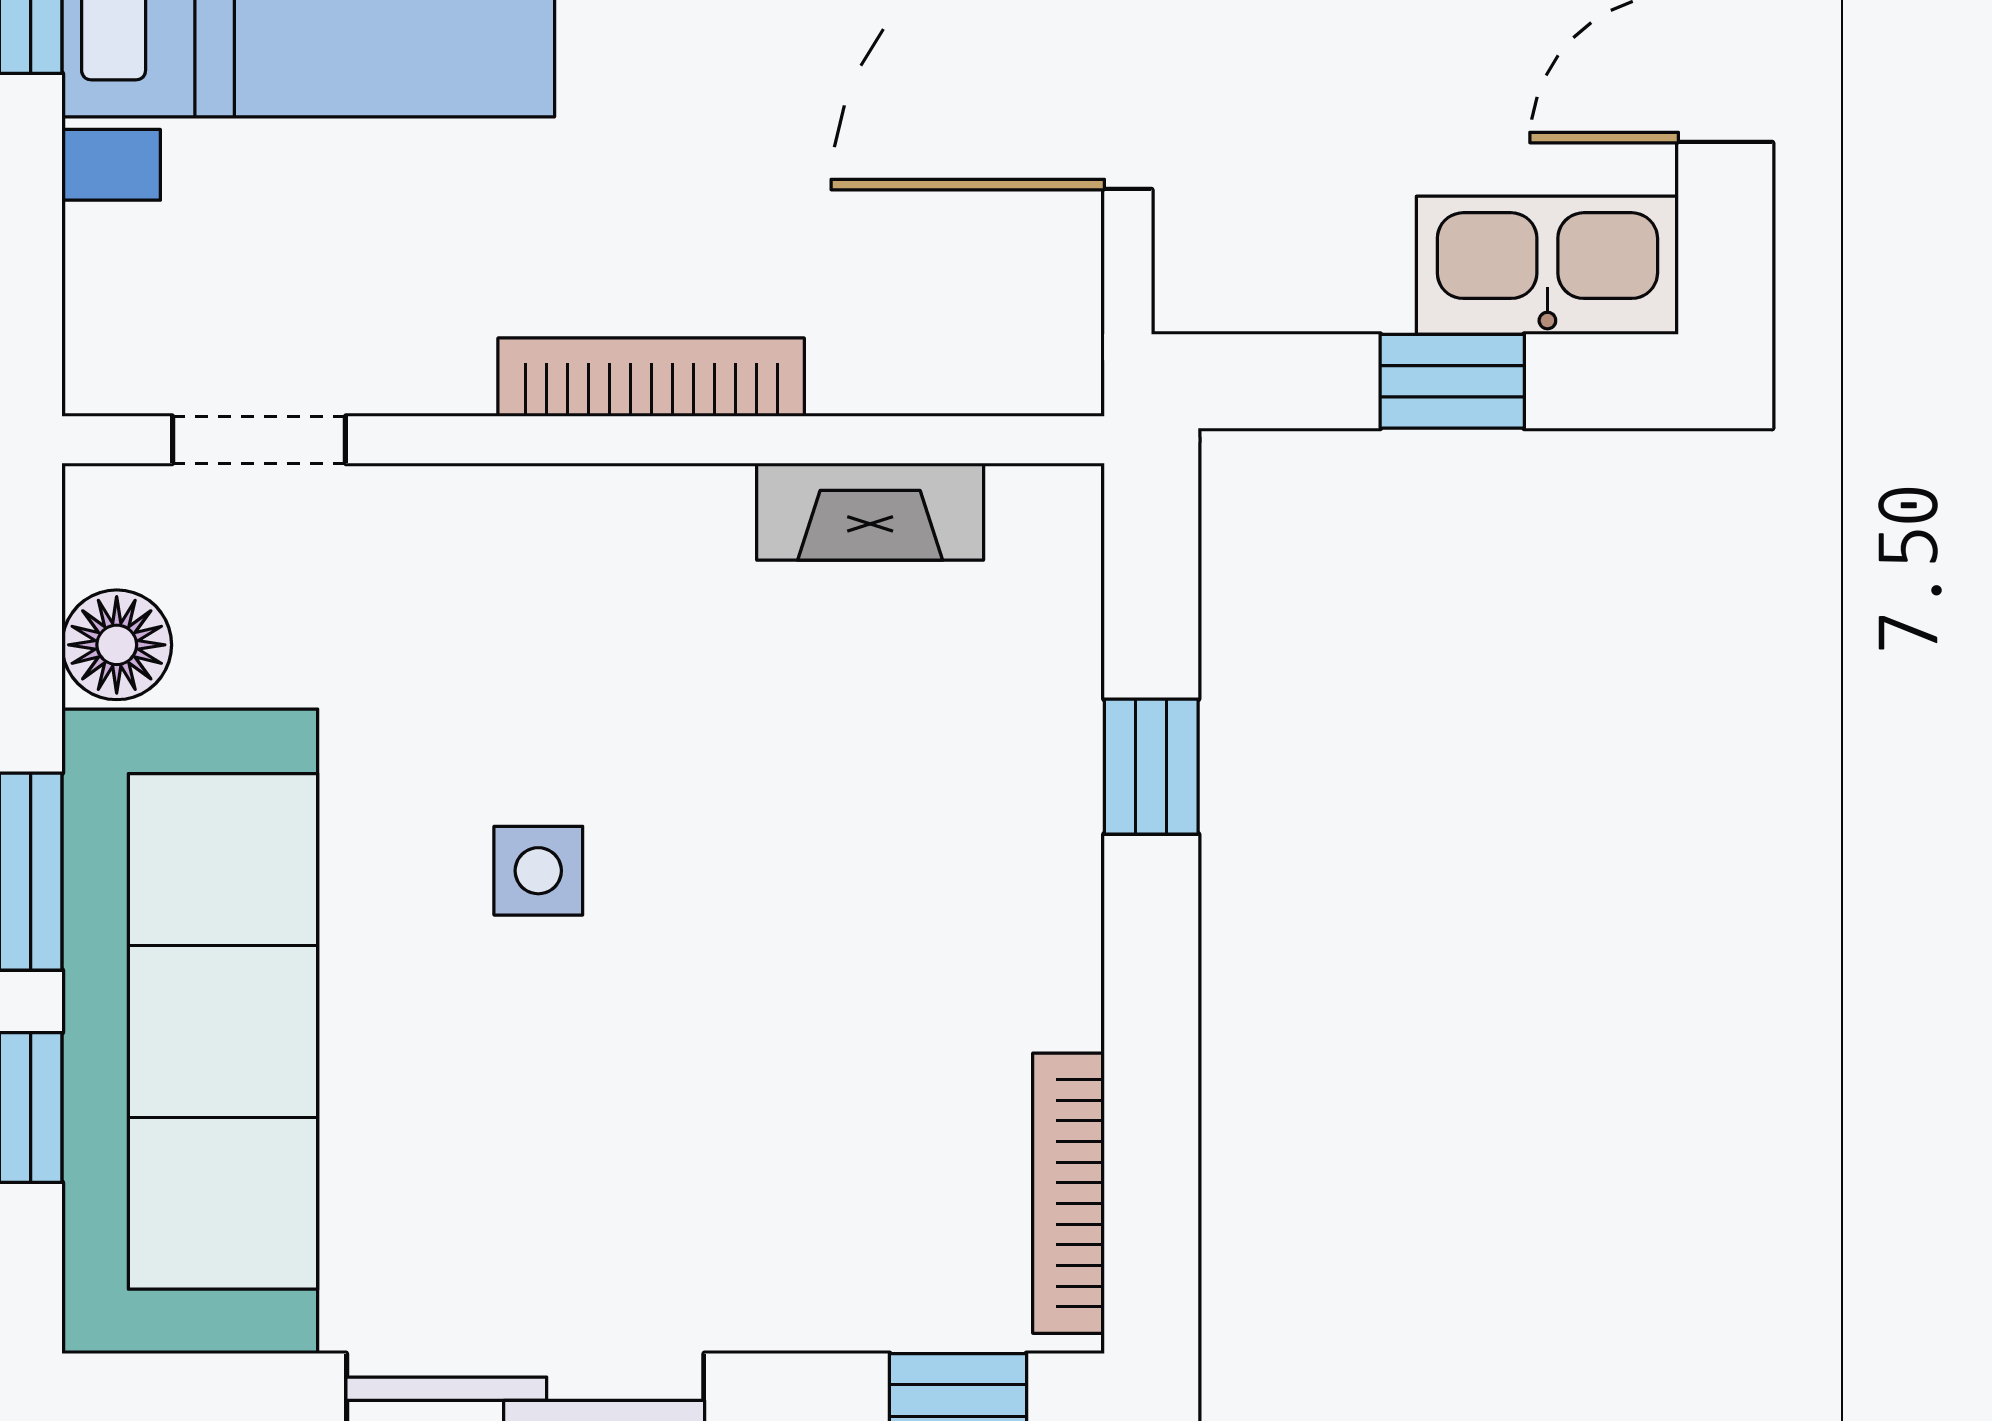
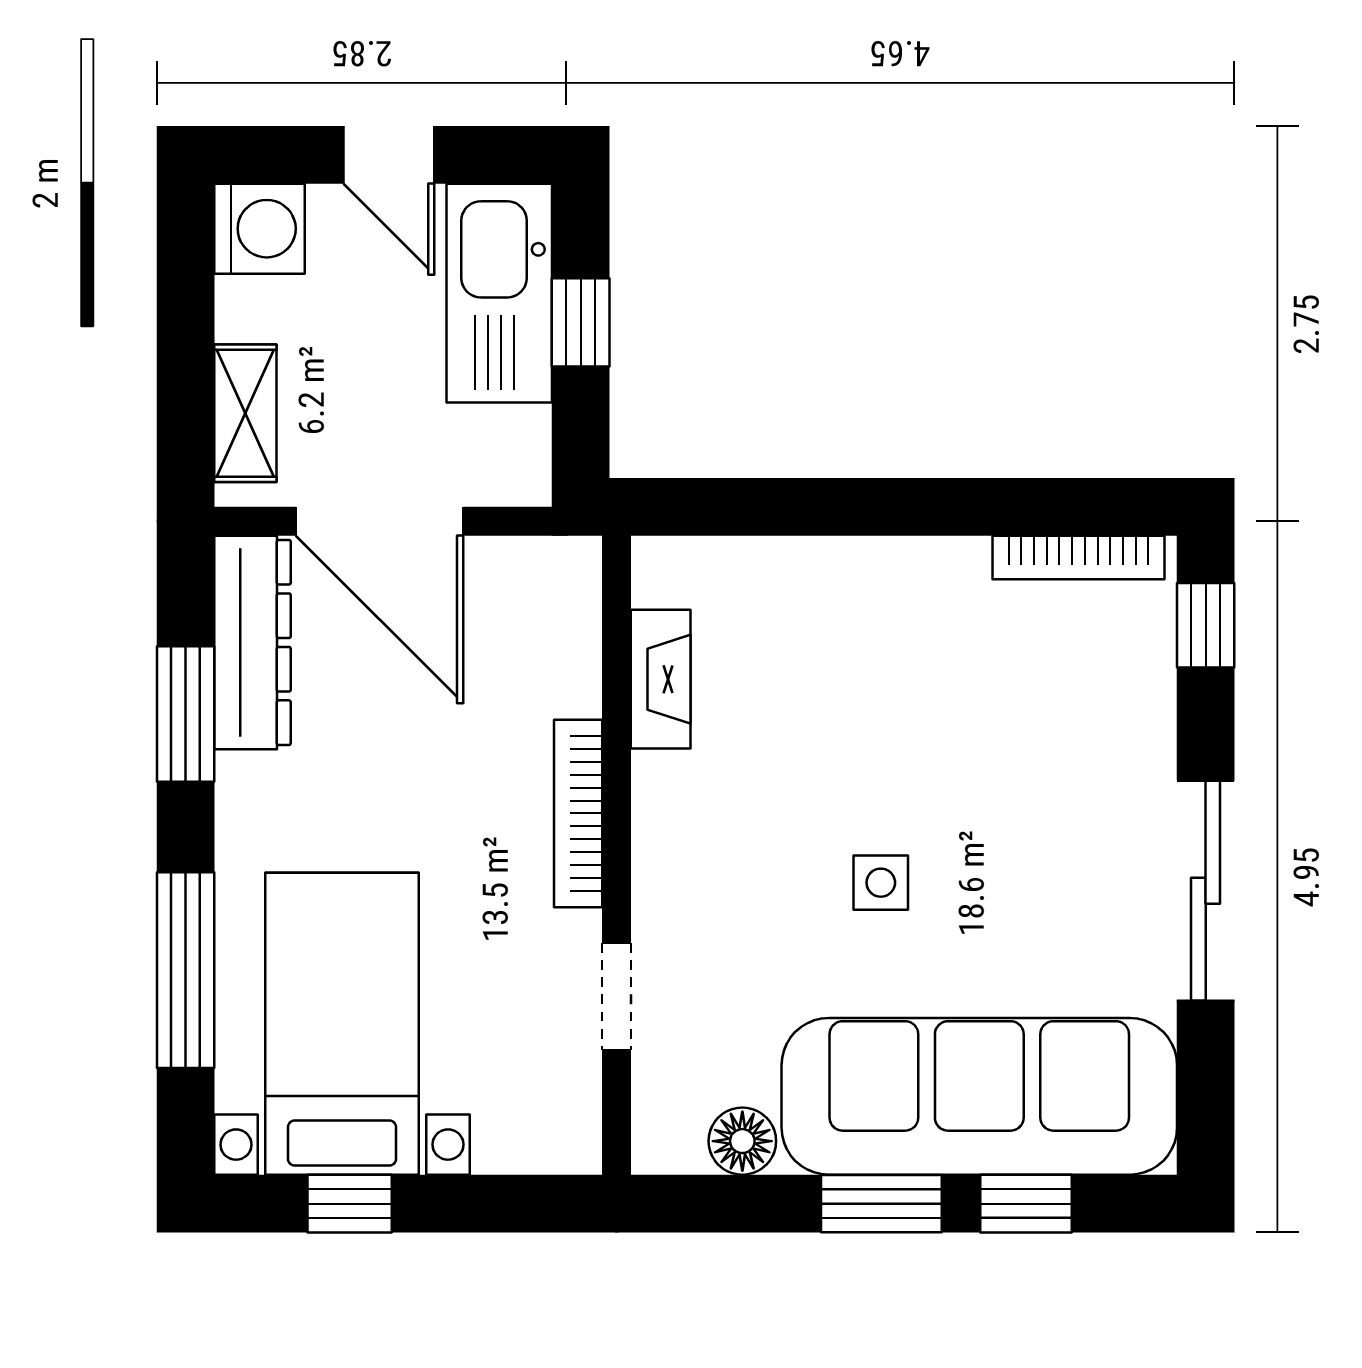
kitchen sink: (1547, 265) -> (499, 293), width x1.36, depth x1.24
doorway: (259, 440) -> (617, 996), moved
window: (1151, 767) -> (817, 507), removed

